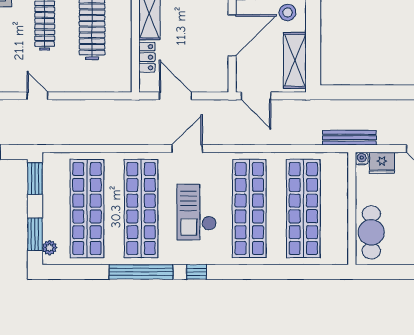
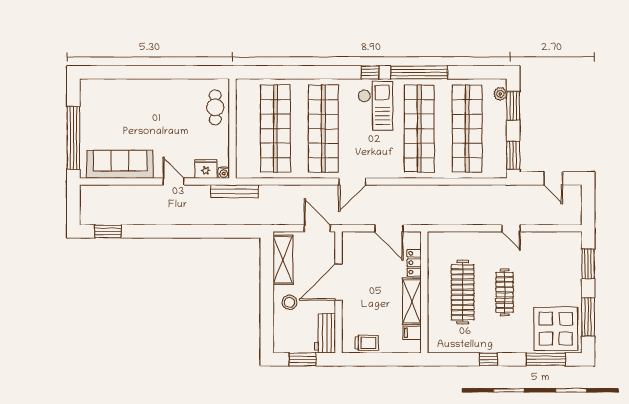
door: (187, 149) -> (352, 182), moved
checkout: (197, 212) -> (375, 106), moved
cafe table: (371, 232) -> (215, 107), width x0.73, depth x0.74

